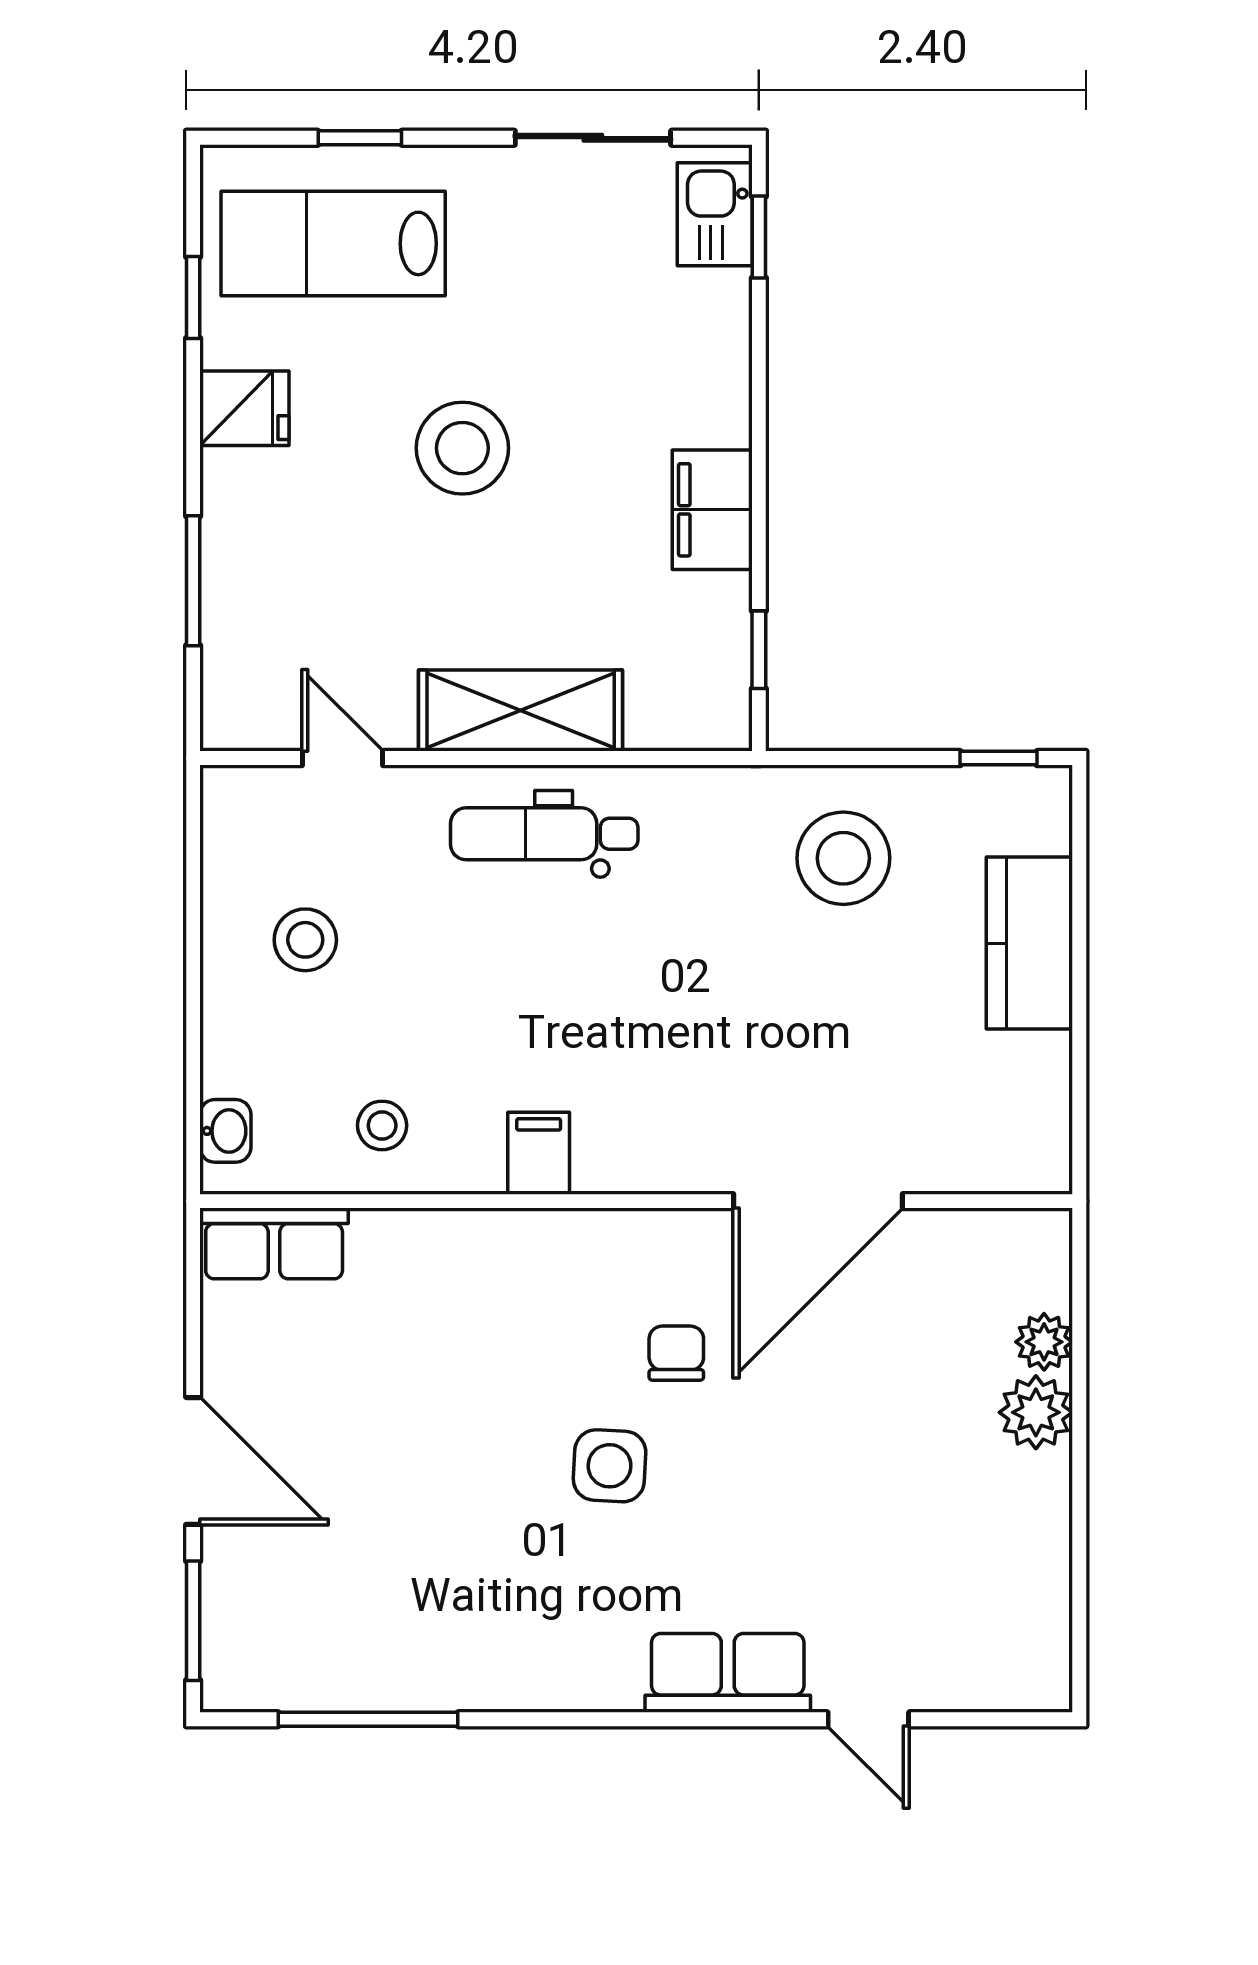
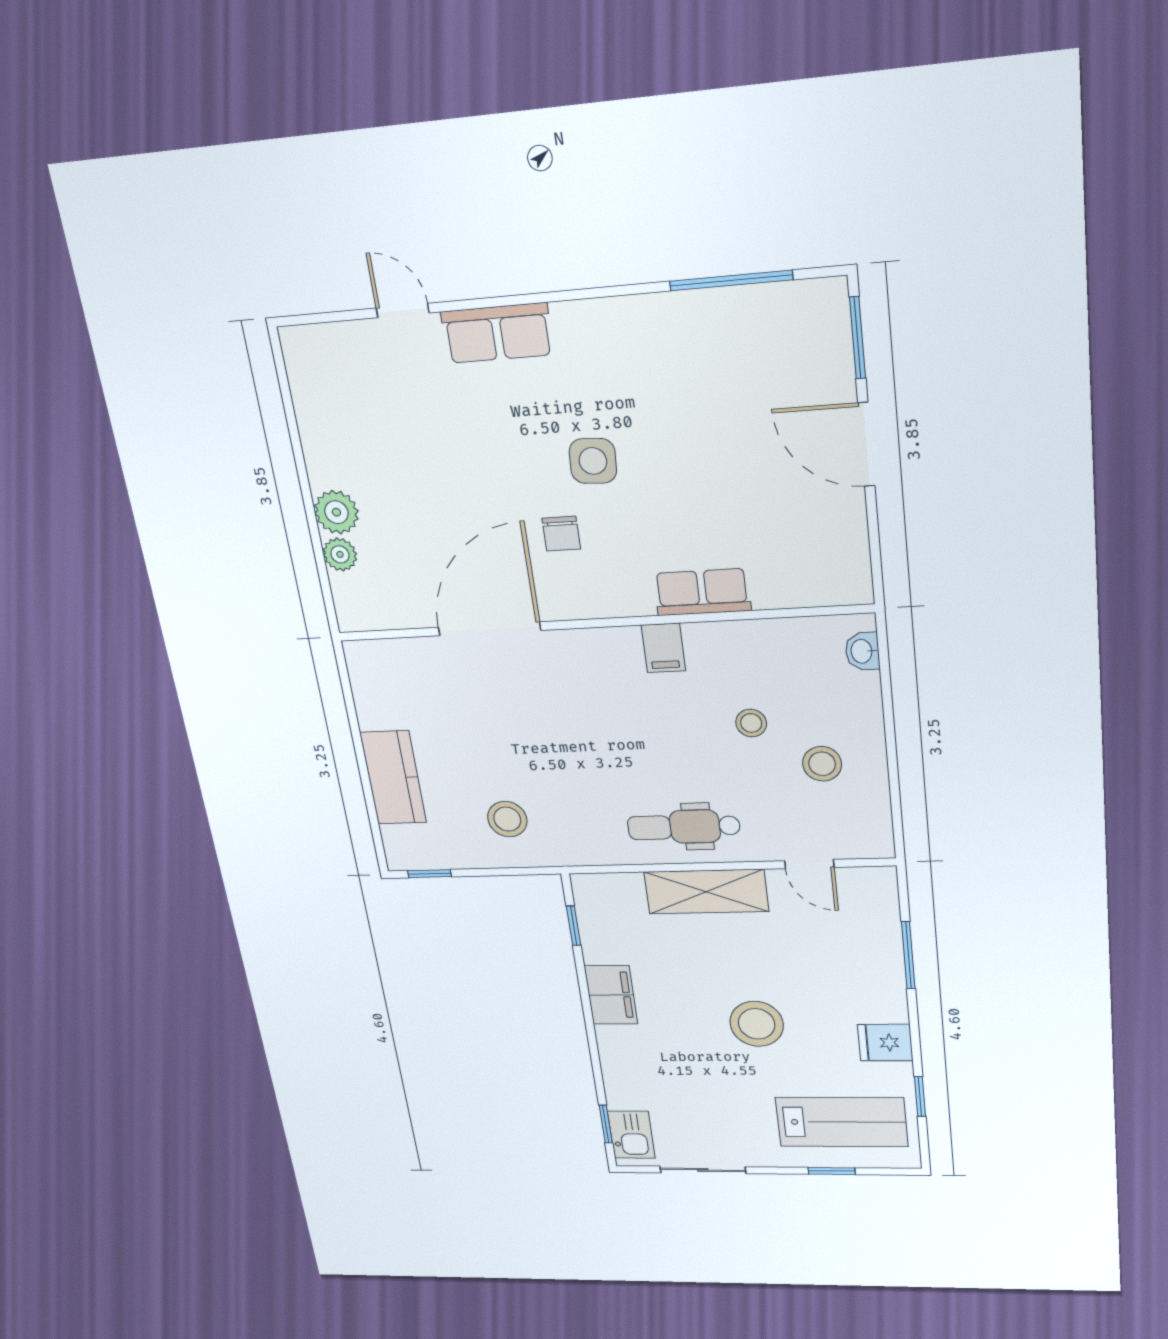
dental chair: (544, 834) -> (684, 827), turned 180
stool: (843, 858) -> (507, 819), width x0.73, depth x0.73
stool: (382, 1125) -> (751, 723), moved
row of seats: (274, 1243) -> (702, 592), moved

